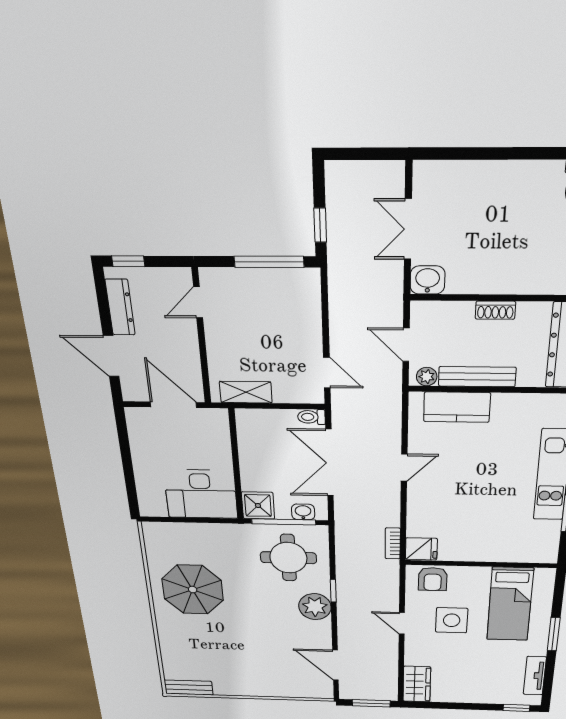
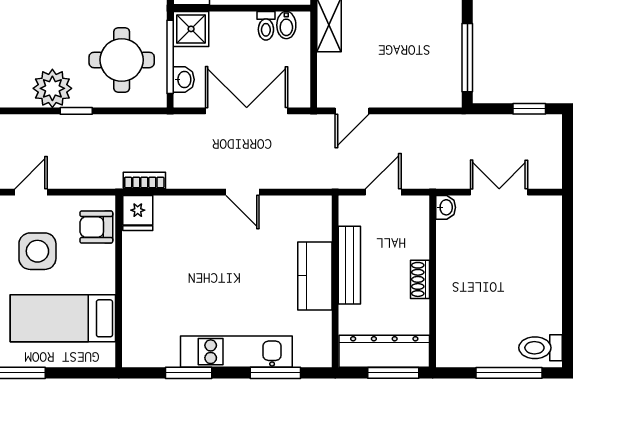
window: (320, 225) -> (529, 109), moved
washbasin: (428, 280) -> (446, 207), width x0.72, depth x0.69
plant: (427, 377) -> (349, 214), removed
kitchen counter: (457, 407) -> (315, 276), moved
toilet: (311, 417) -> (266, 26), moved, turned 180
bidet: (249, 429) -> (286, 25), added

